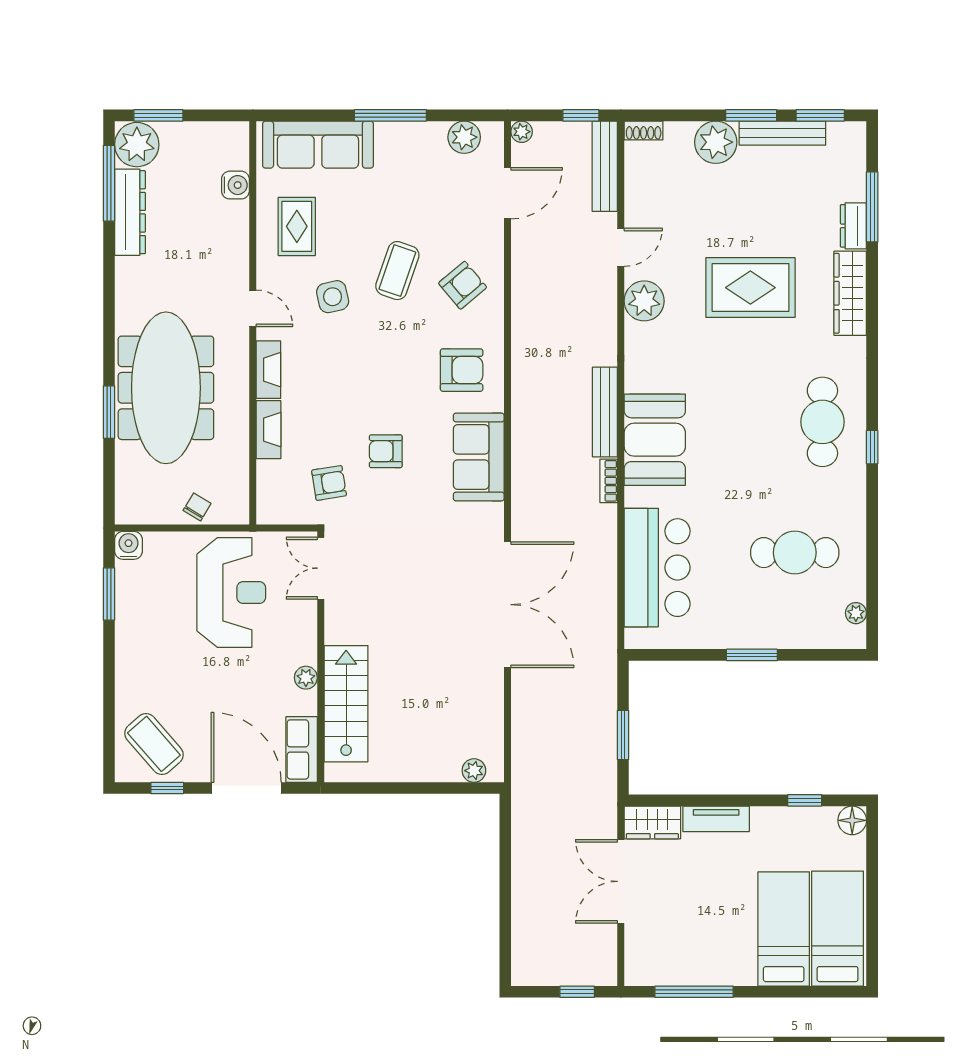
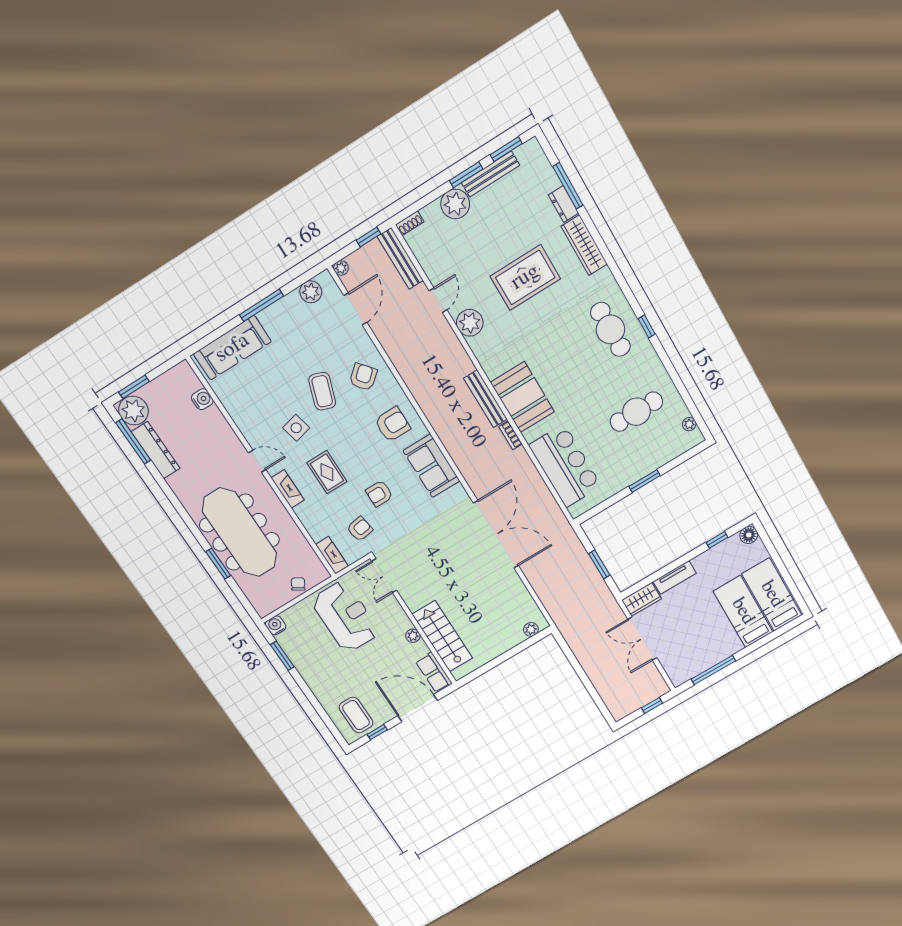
rug: (297, 226) -> (327, 472), moved
fireplace: (268, 430) -> (332, 555), moved
coffee table: (154, 744) -> (356, 715), turned 41

